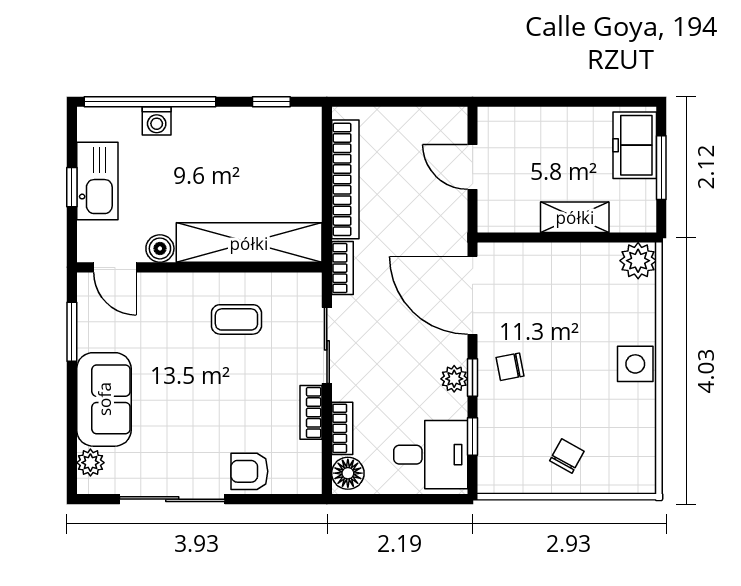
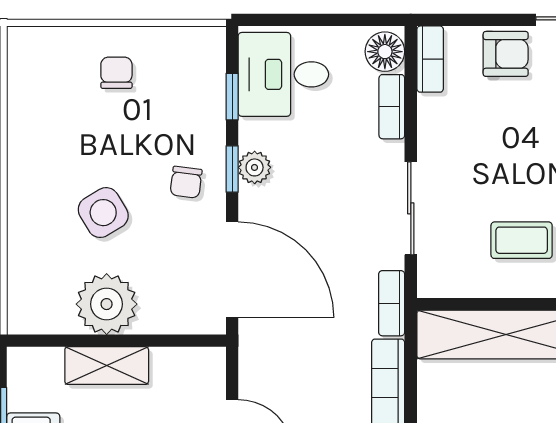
plant: (638, 261) -> (107, 304), moved, width x1.36, depth x1.36
side table: (635, 364) -> (103, 213), moved, turned -31
chair: (510, 367) -> (186, 182), turned 108
bookcase: (311, 412) -> (430, 59), moved
chair: (567, 456) -> (116, 73), turned 151

